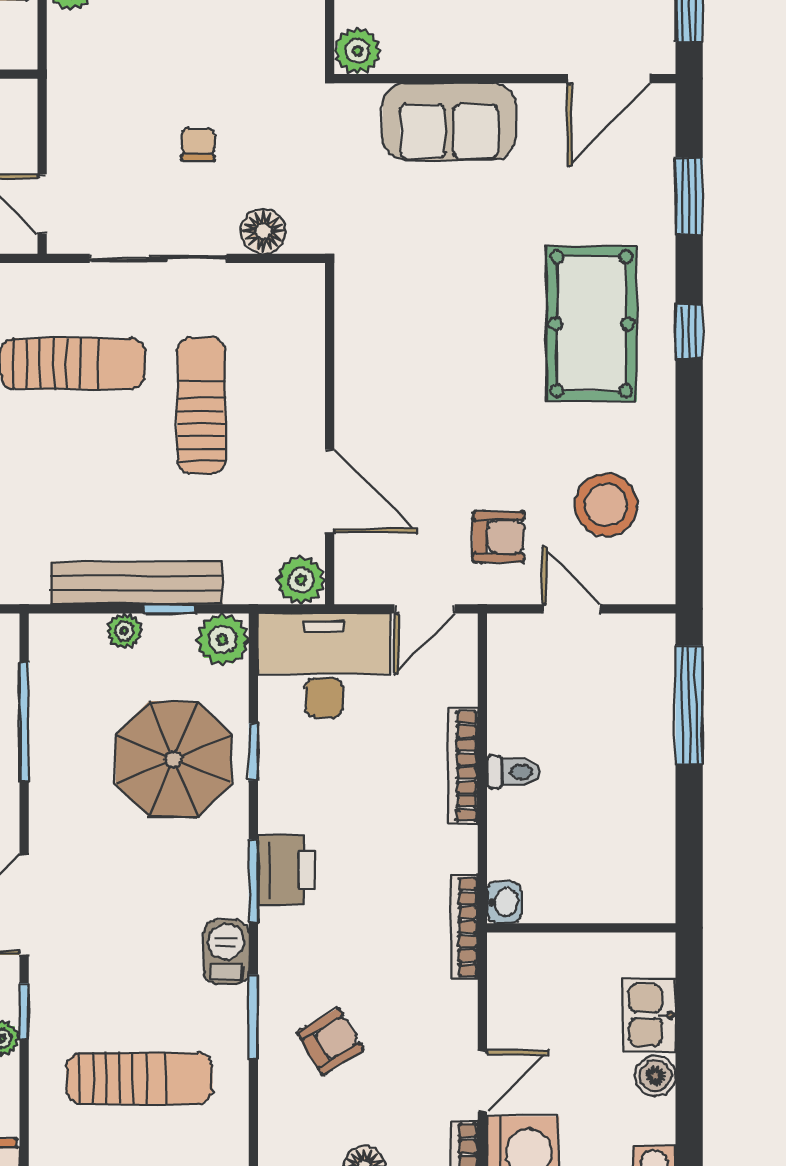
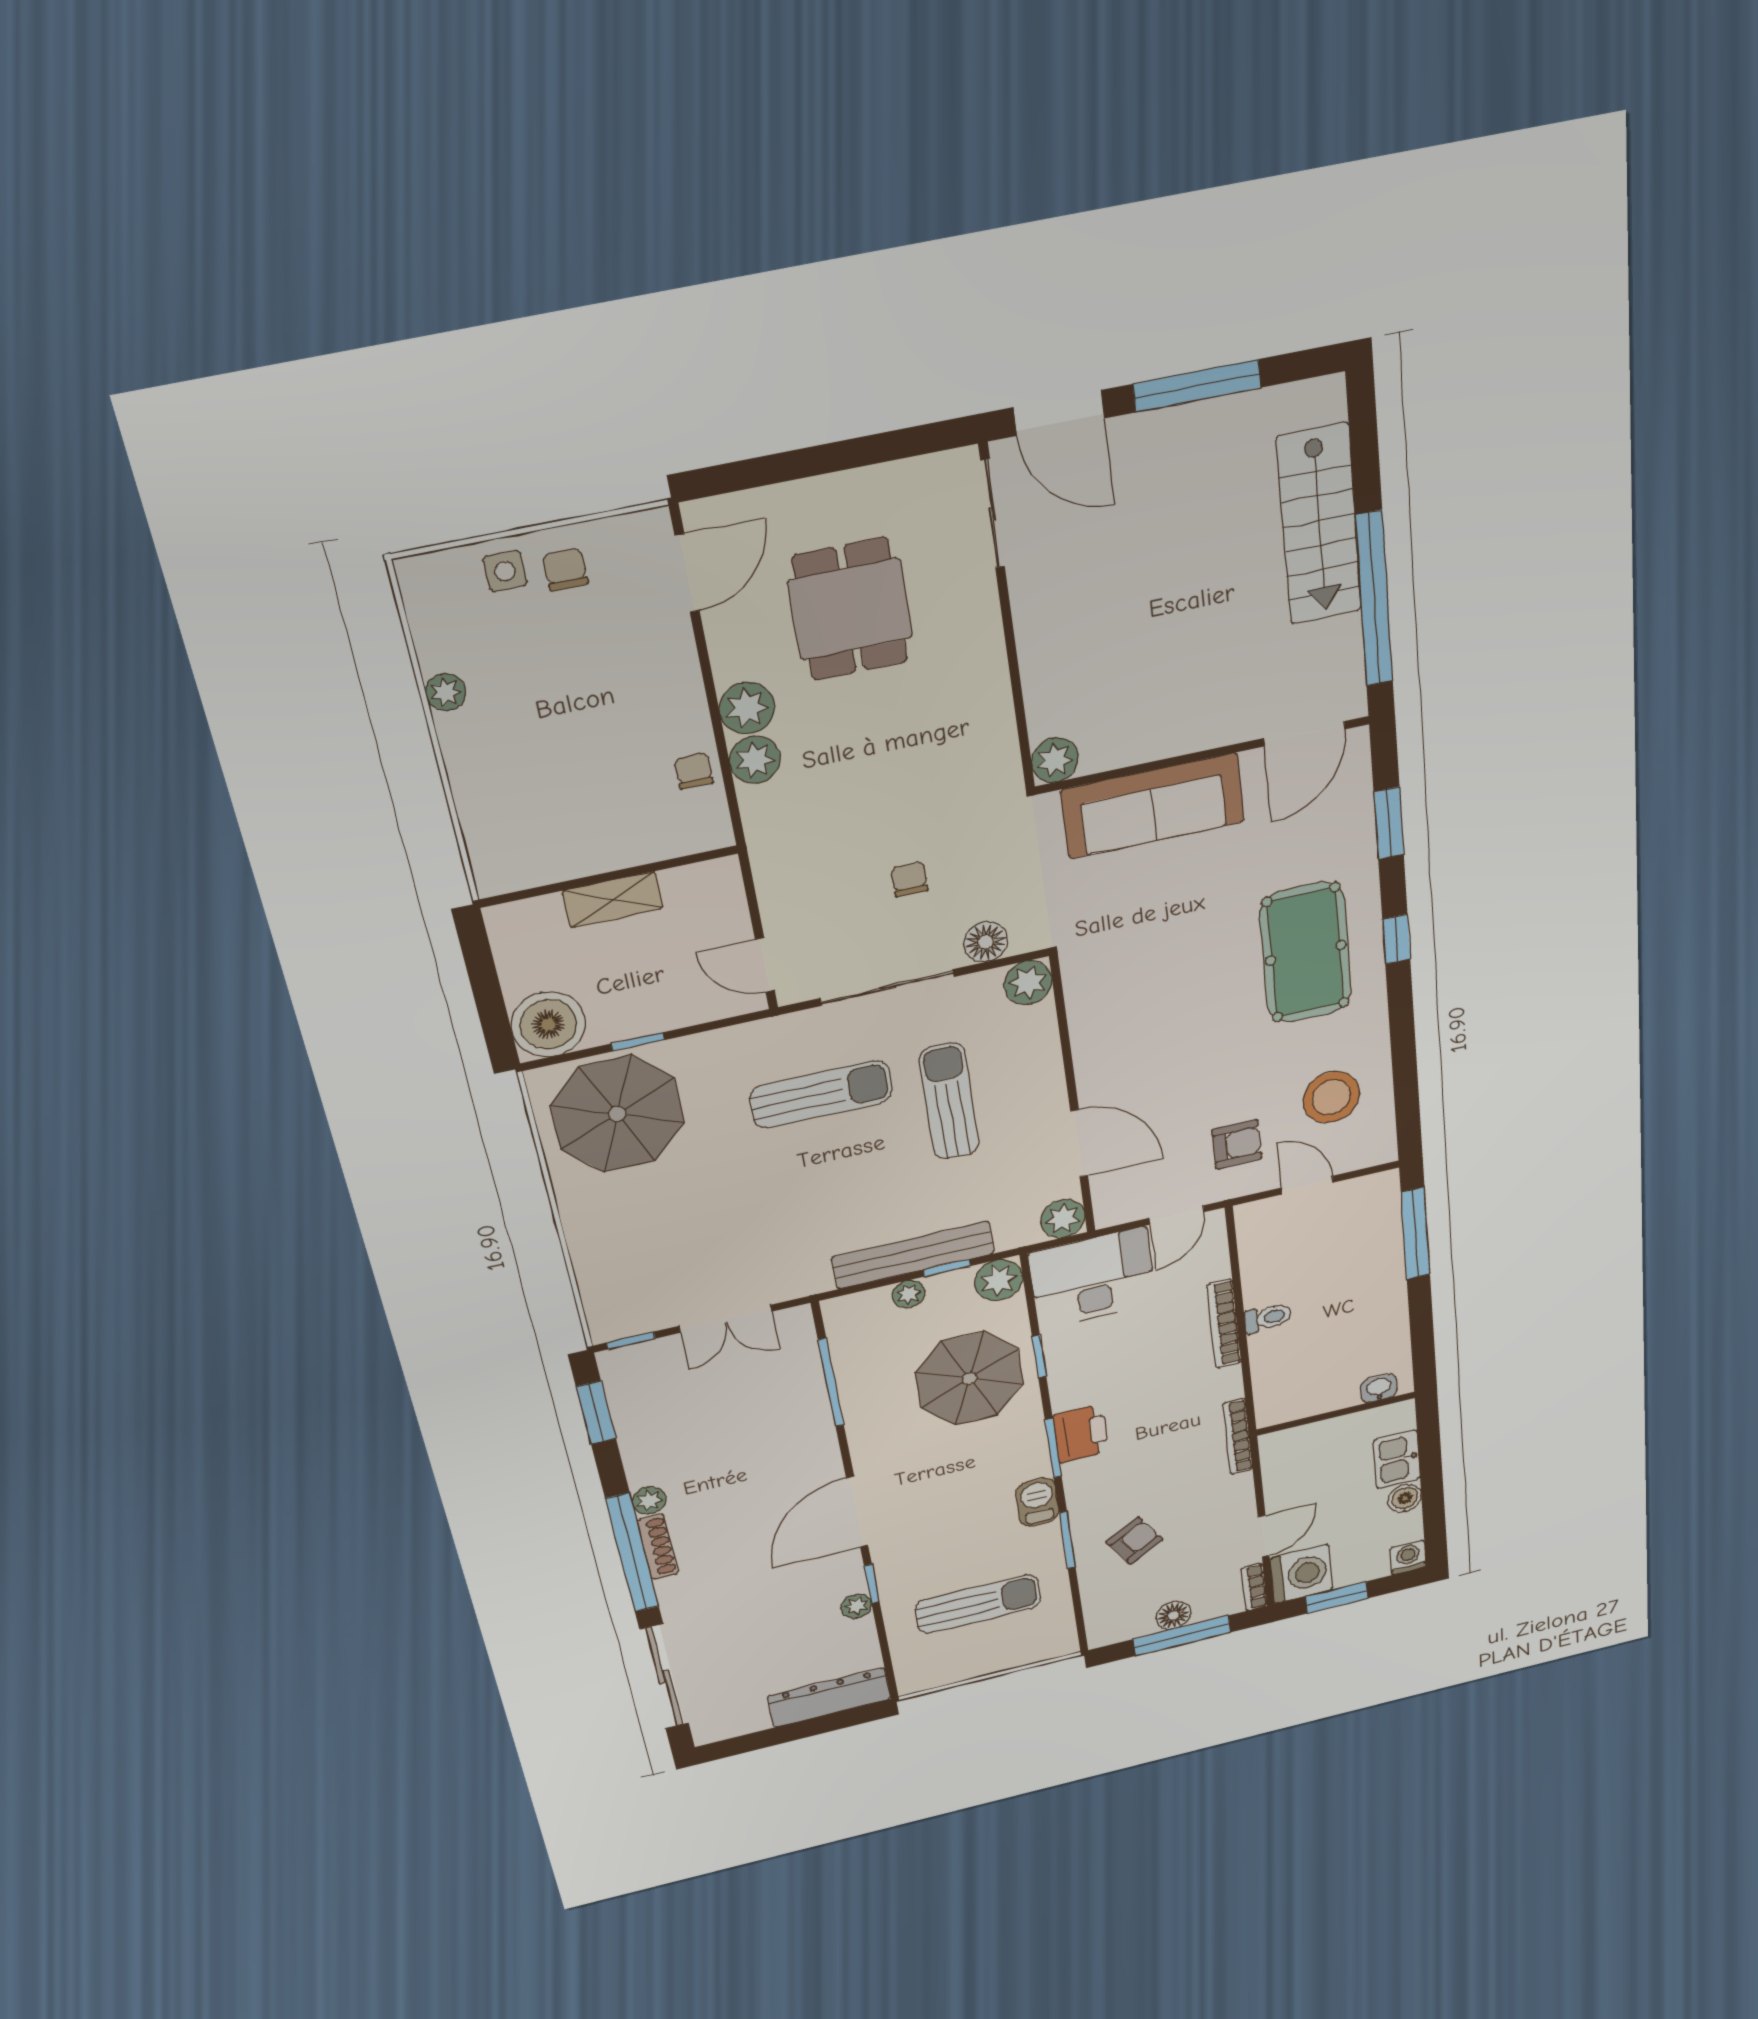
sofa: (449, 122) -> (1153, 806), width x1.36
plant: (300, 288) -> (1028, 983), added
washbasin: (504, 902) -> (1379, 1388), moved, turned -90

